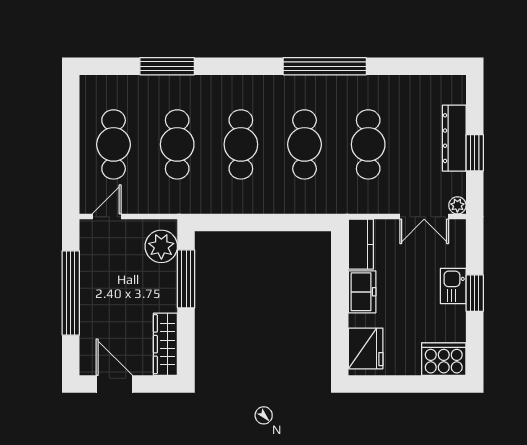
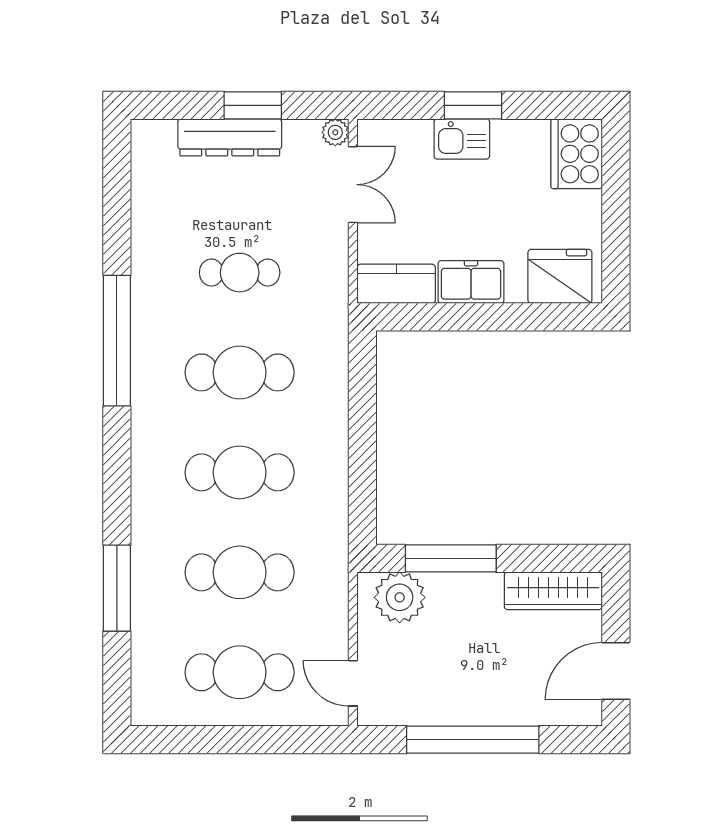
cafe table: (368, 144) -> (240, 273), width x0.73, depth x0.74

